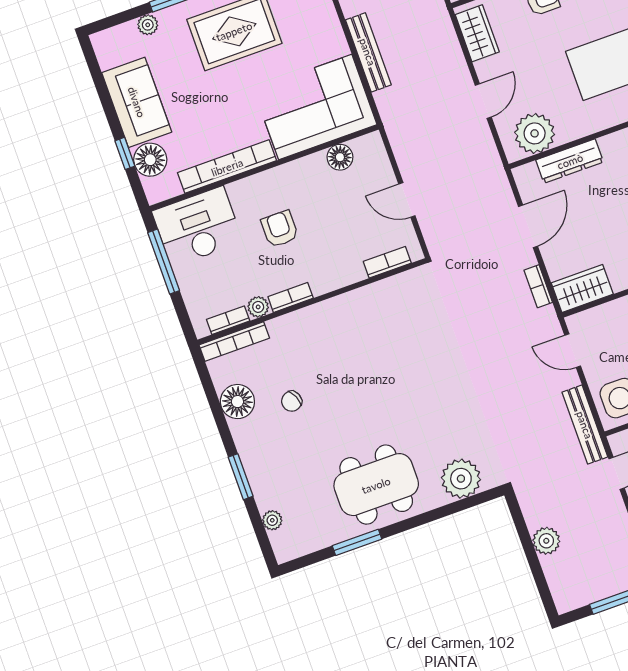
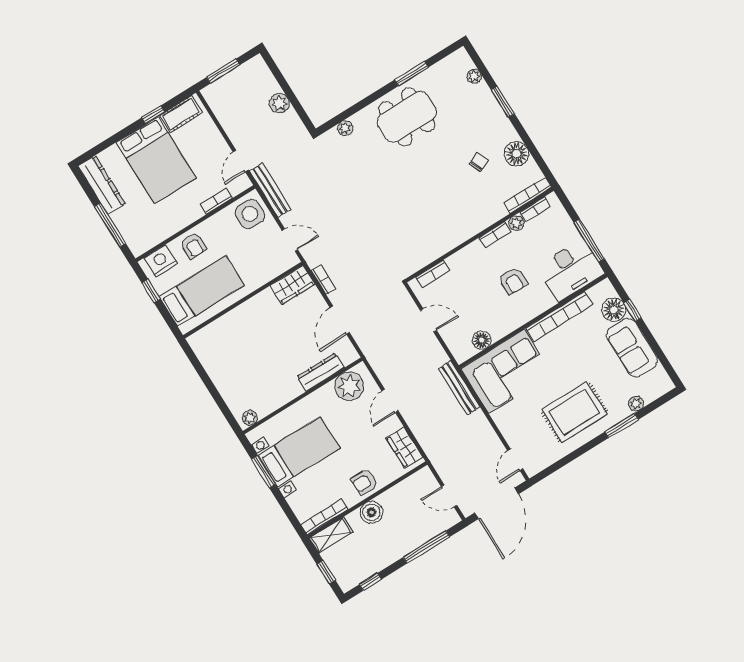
bench: (368, 52) -> (459, 388), moved
plant: (461, 479) -> (345, 128), width x0.53, depth x0.53

